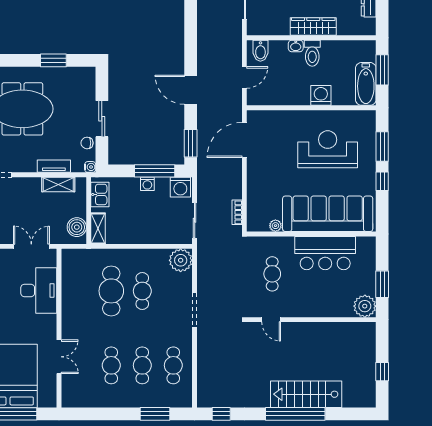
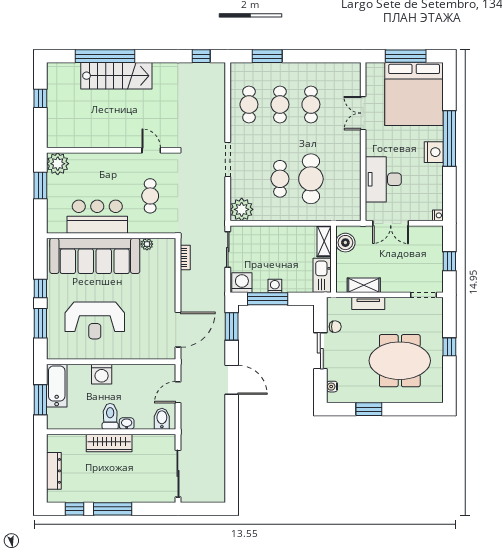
water cooler: (90, 167) -> (332, 387), moved
kitchen sink: (100, 194) -> (322, 275), width x1.38
window: (295, 414) -> (105, 56), moved

